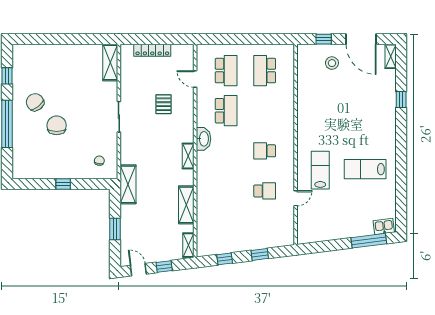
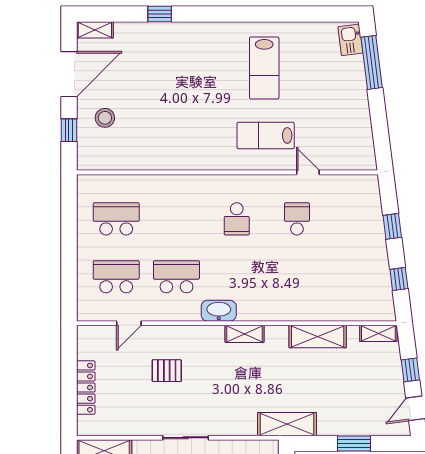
school desk: (265, 71) -> (116, 219), turned 180

